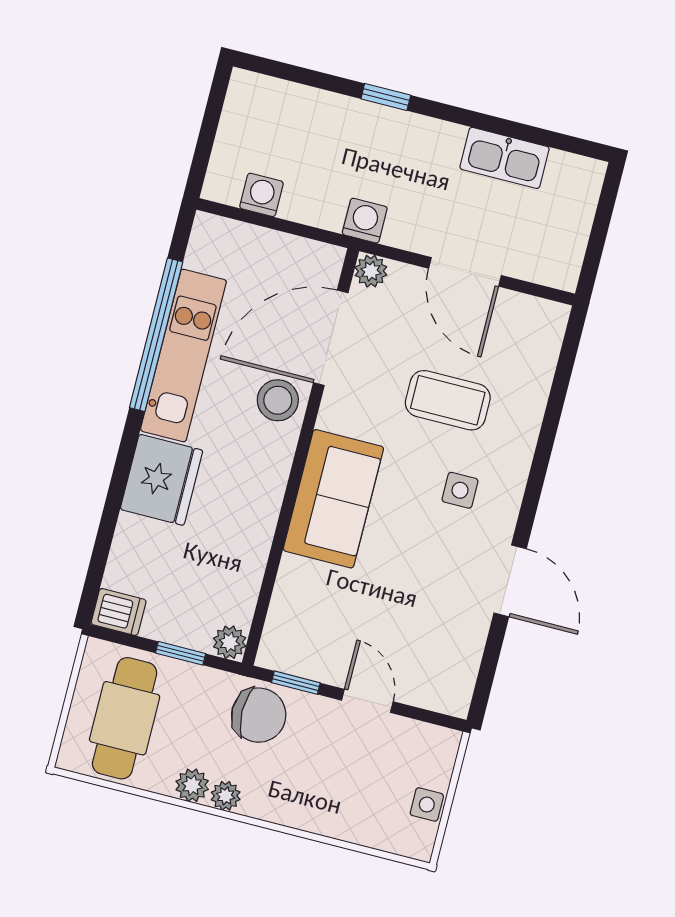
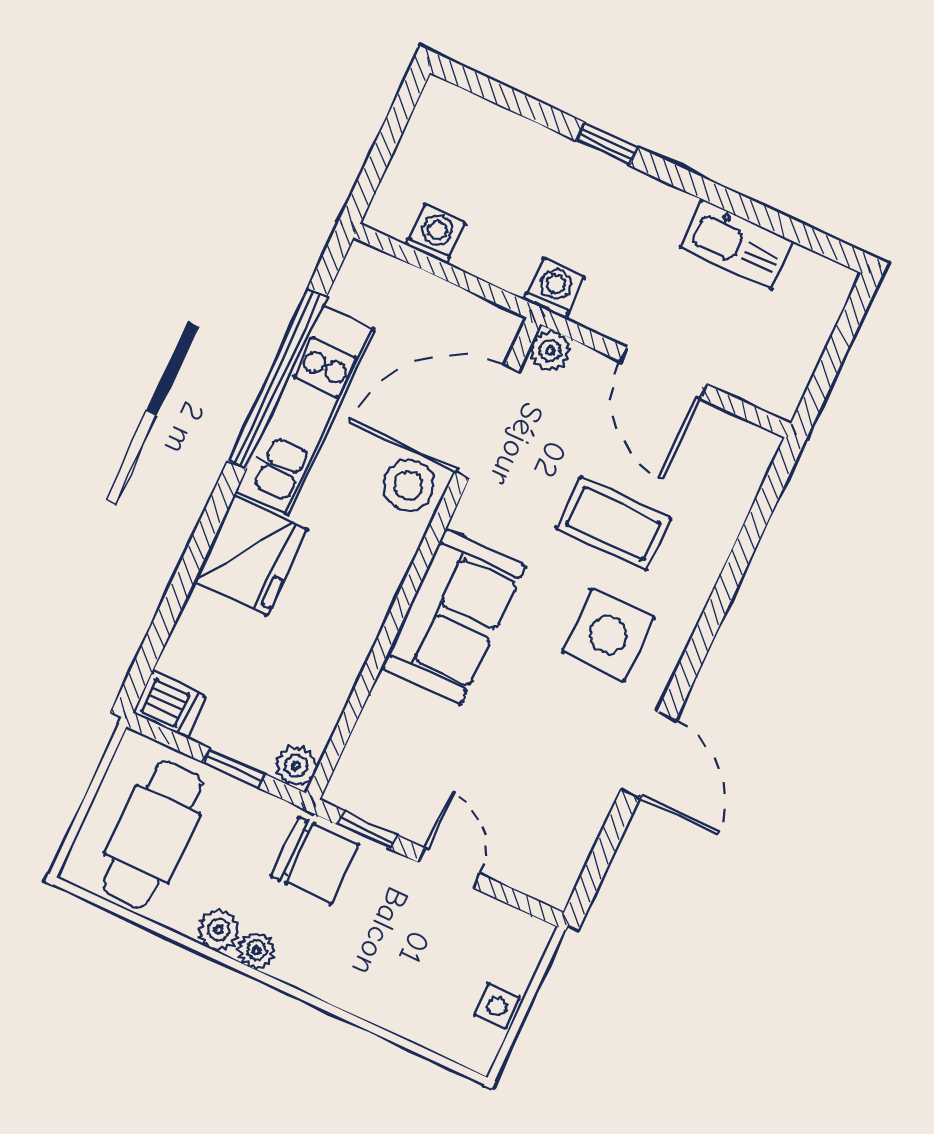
side table: (460, 490) -> (608, 635), width x1.87, depth x1.87

